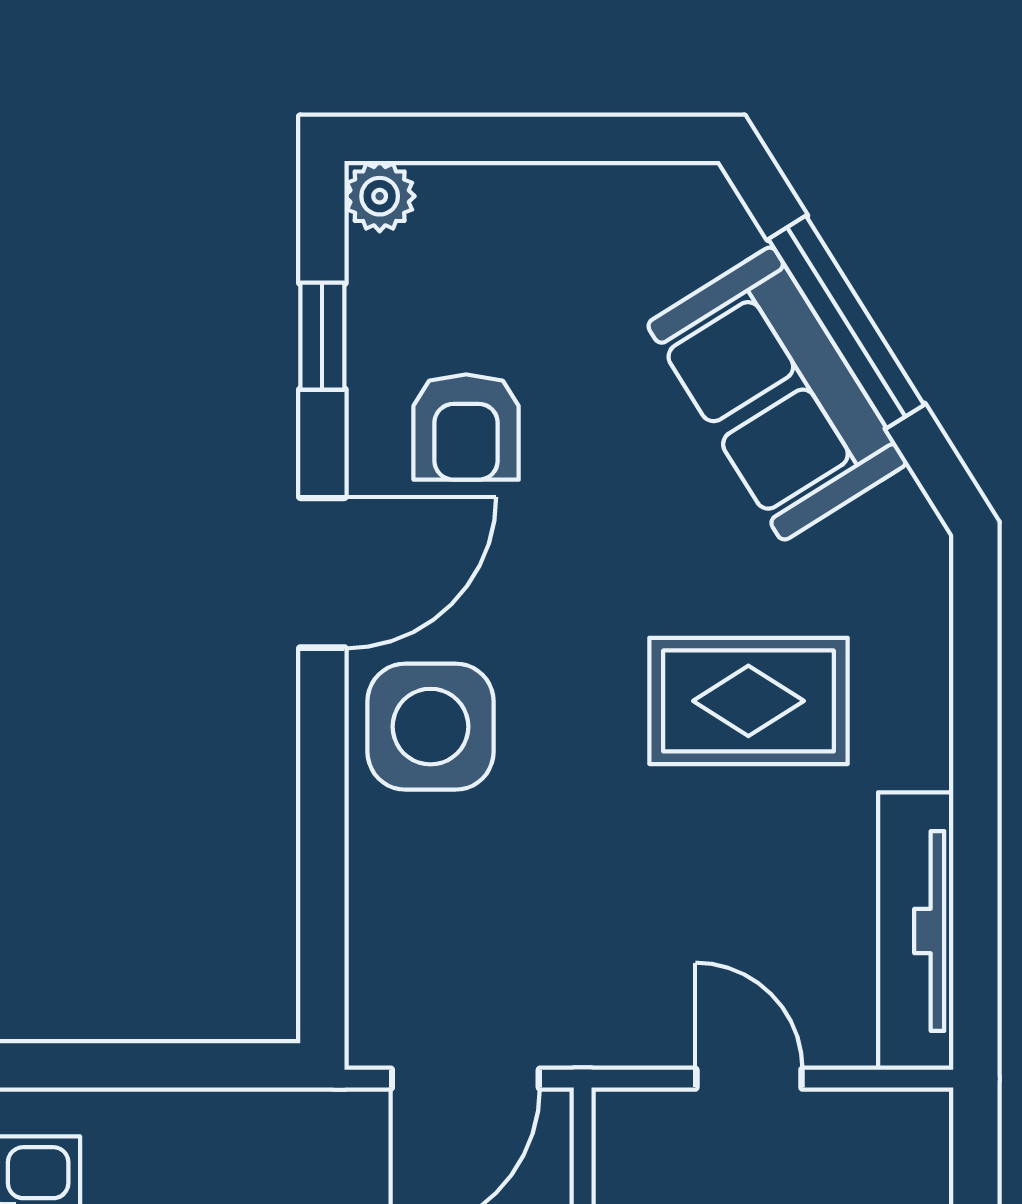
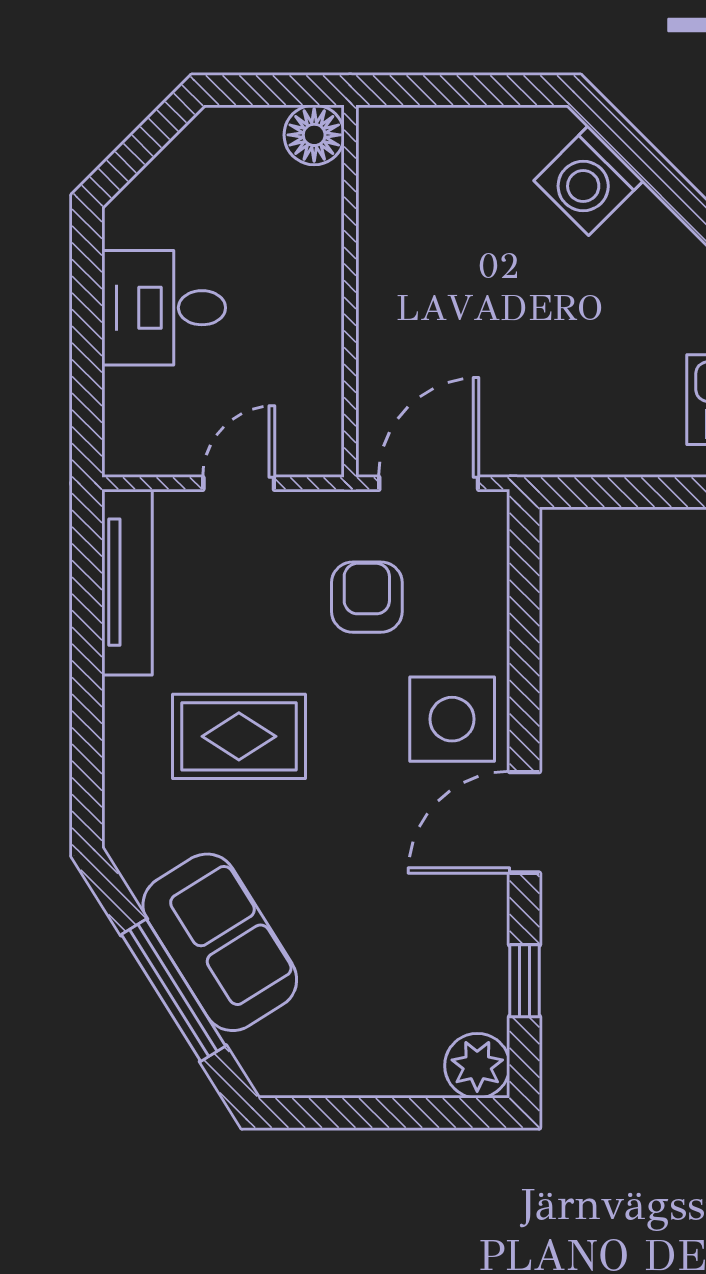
plant: (380, 196) -> (477, 1066), width x1.38, depth x1.38
armchair: (466, 427) -> (367, 597), moved
door: (749, 1079) -> (239, 483), swing flipped

